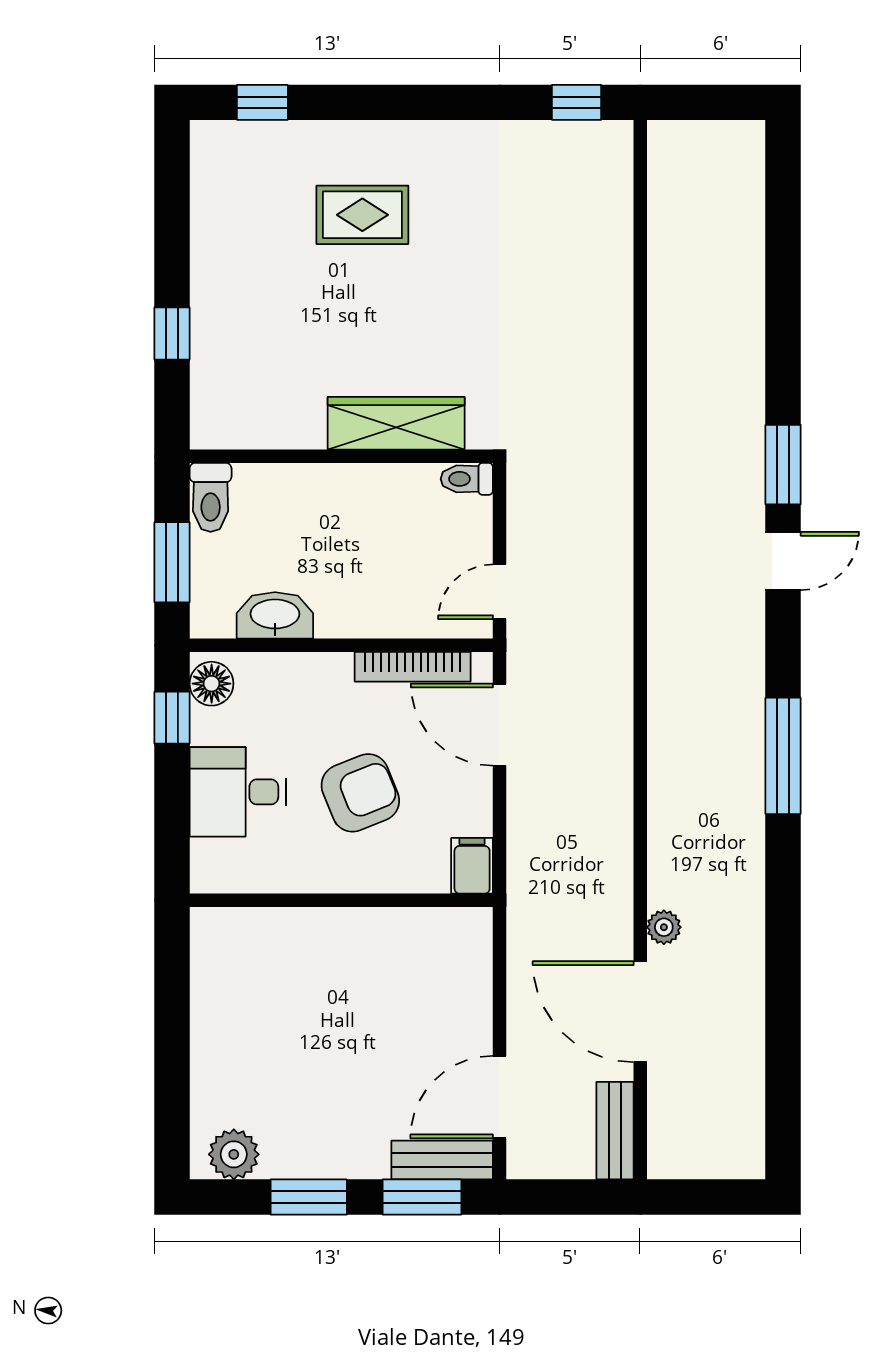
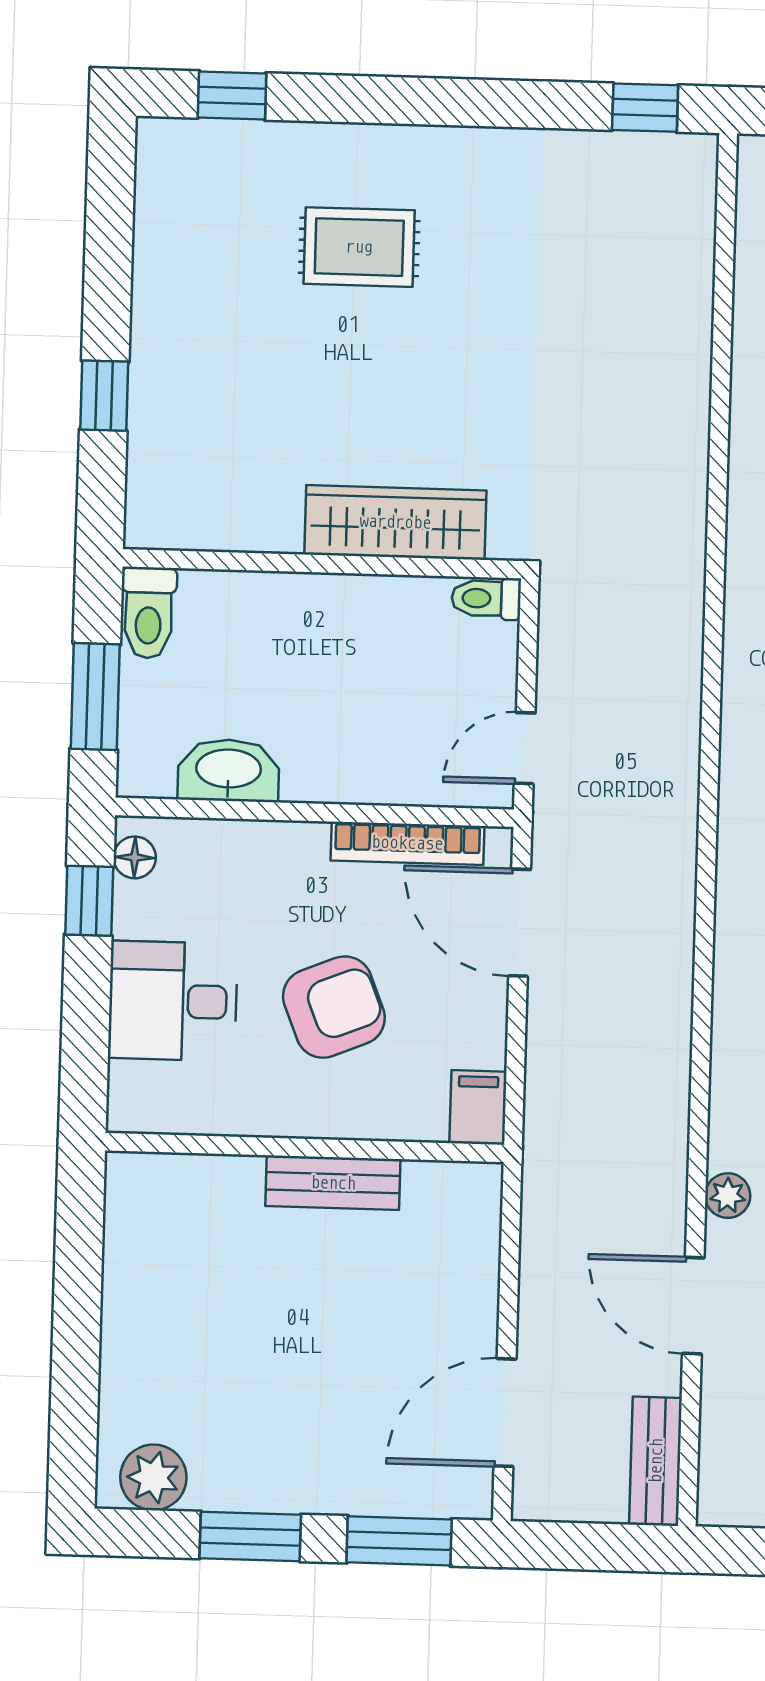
floor lamp: (212, 684) -> (135, 857), width x0.73, depth x0.73
door: (640, 1012) -> (693, 1306), width x0.73
bench: (442, 1160) -> (333, 1183), moved

